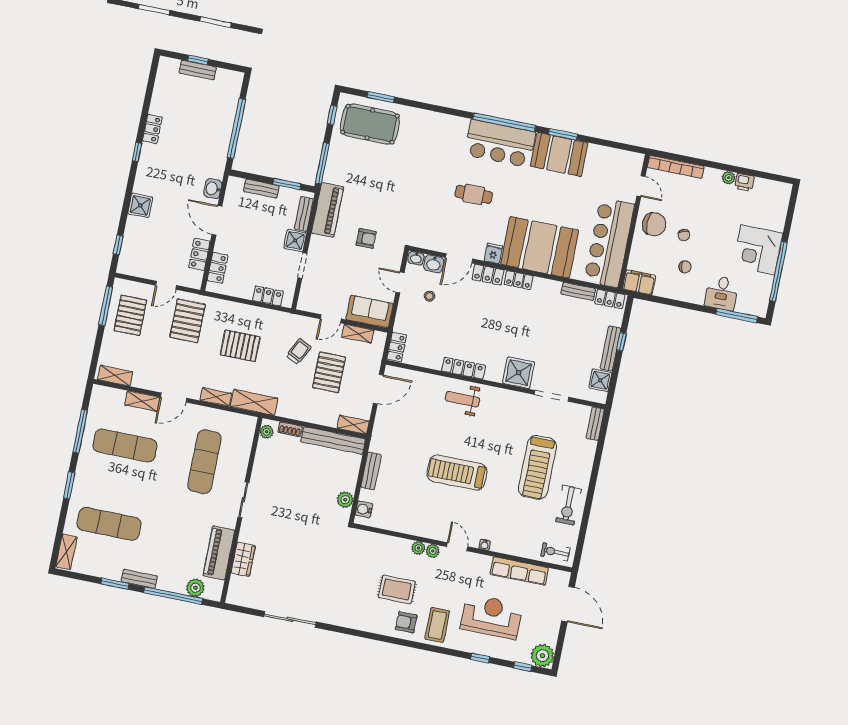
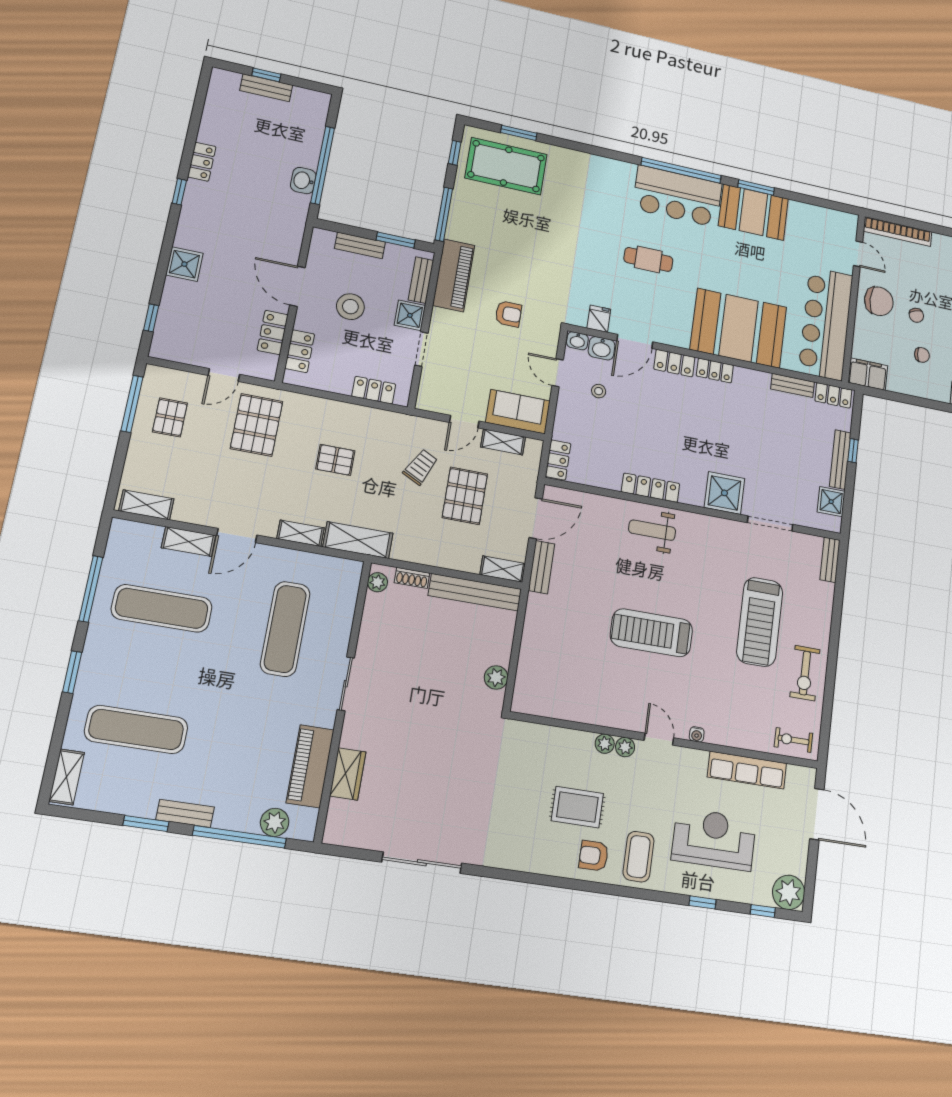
washbasin: (213, 189) -> (303, 181), moved
stool: (253, 235) -> (350, 307), added
fridge: (493, 253) -> (599, 319), moved
pallet: (130, 315) -> (170, 417), width x0.67, depth x0.71
pallet: (240, 346) -> (335, 460), width x0.67, depth x0.71
bench: (371, 471) -> (541, 567), moved
water cooler: (364, 509) -> (524, 691), removed

